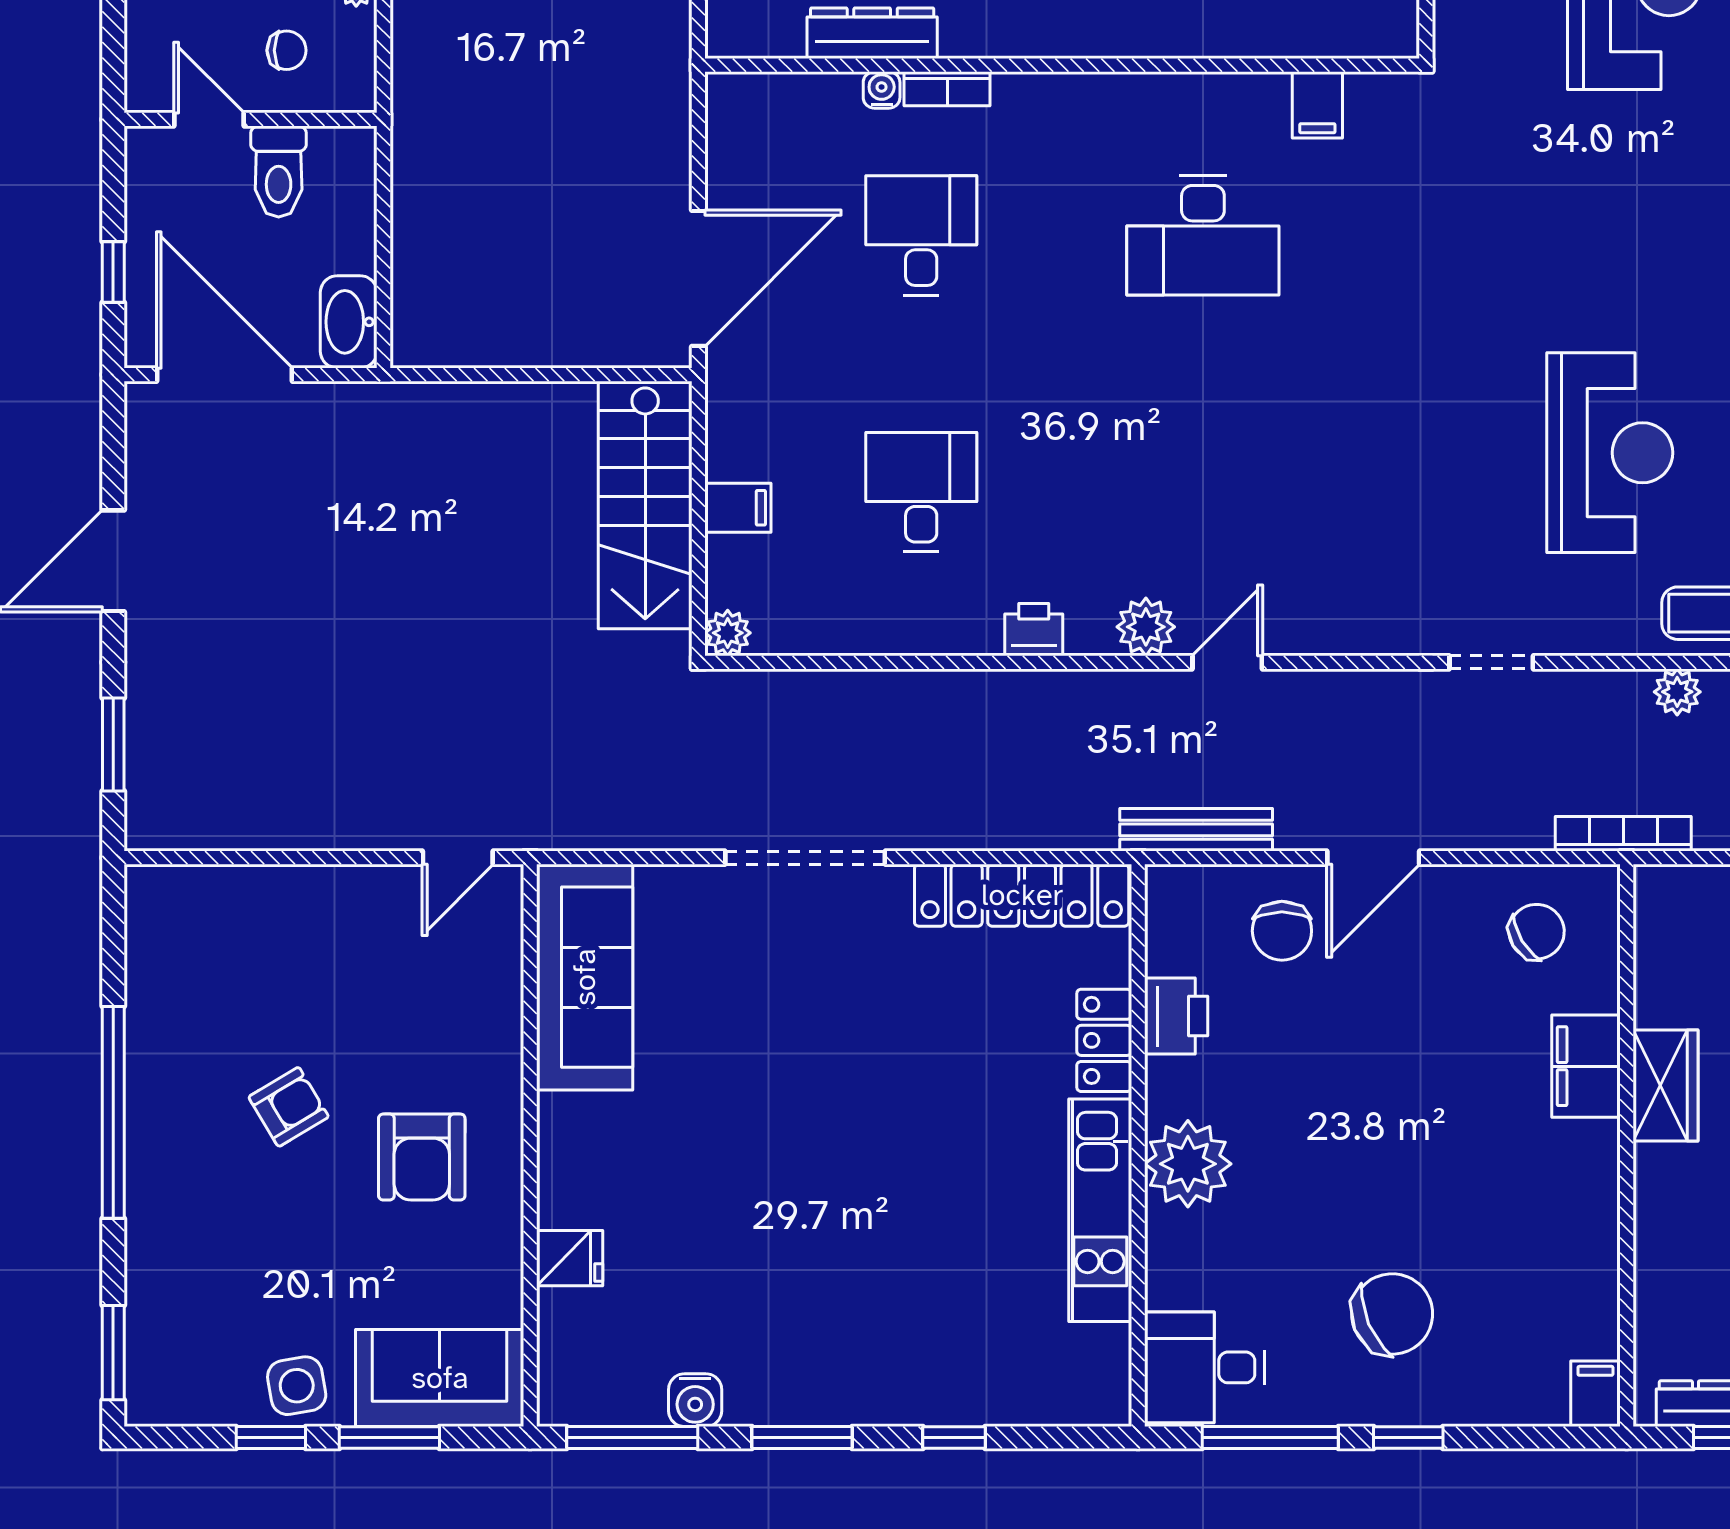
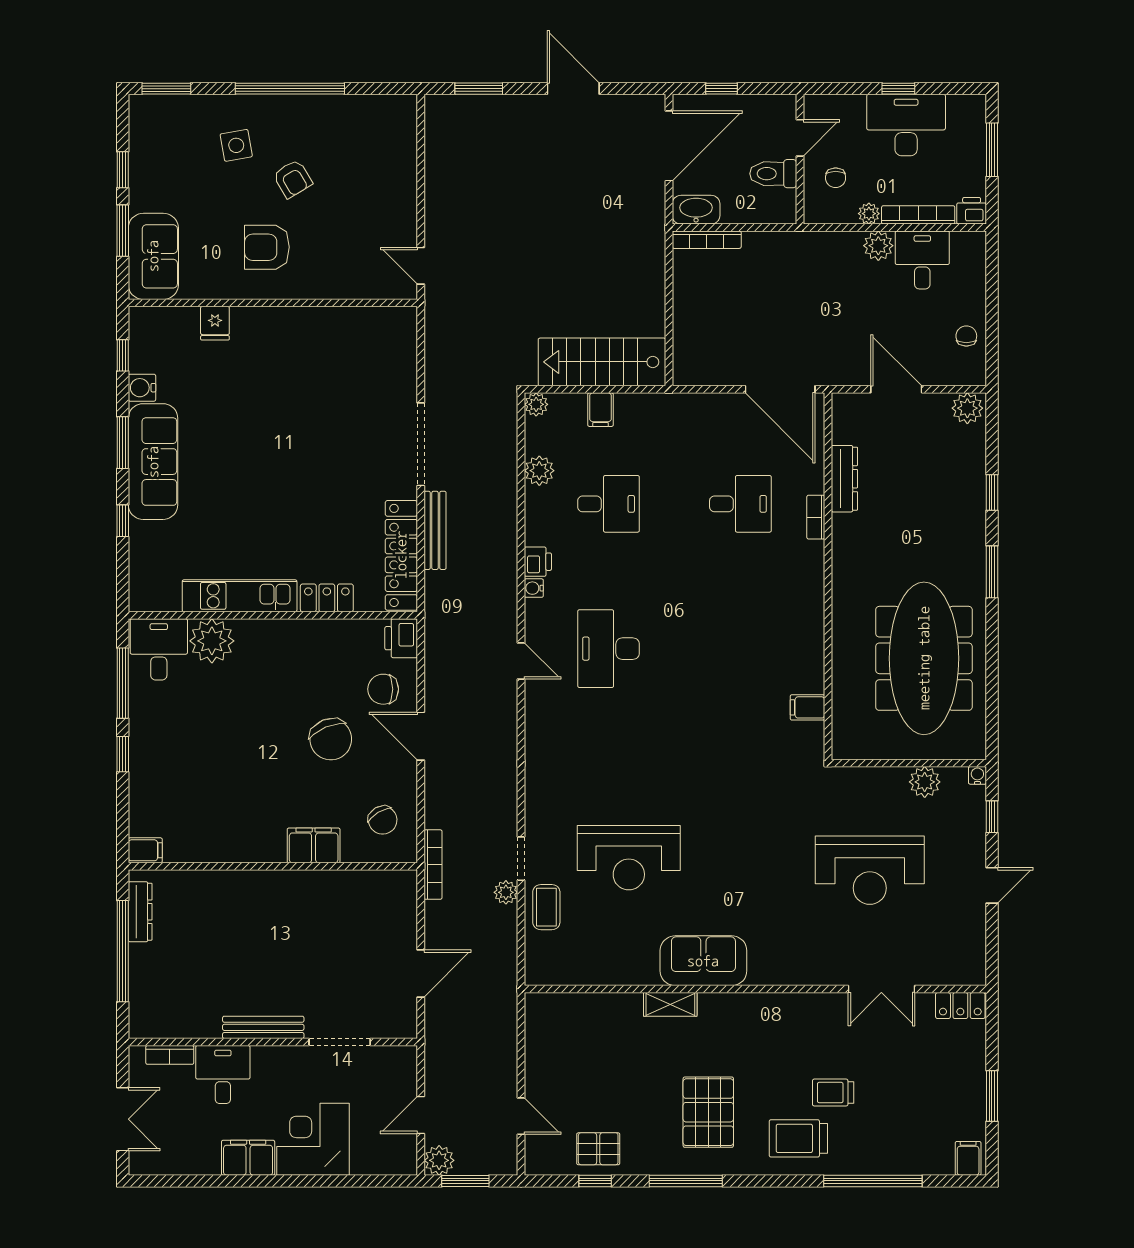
water cooler: (882, 90) -> (534, 588), moved, turned 180
desk: (1203, 235) -> (609, 649), moved
door: (698, 278) -> (780, 389), moved
bookcase: (407, 301) -> (707, 240), added
plant: (1146, 627) -> (539, 471), moved
doorway: (1491, 662) -> (521, 859), moved
bench: (1196, 830) -> (435, 530), moved
sofa: (585, 977) -> (153, 462), moved, turned -90
printer: (1176, 1016) -> (401, 638), moved, turned 90
wardrobe: (1665, 1085) -> (304, 886), removed
plant: (1188, 1164) -> (212, 641), moved
chair: (1392, 1314) -> (331, 739), moved
side table: (297, 1386) -> (236, 145), moved
window: (632, 1437) -> (123, 355), width x0.46

